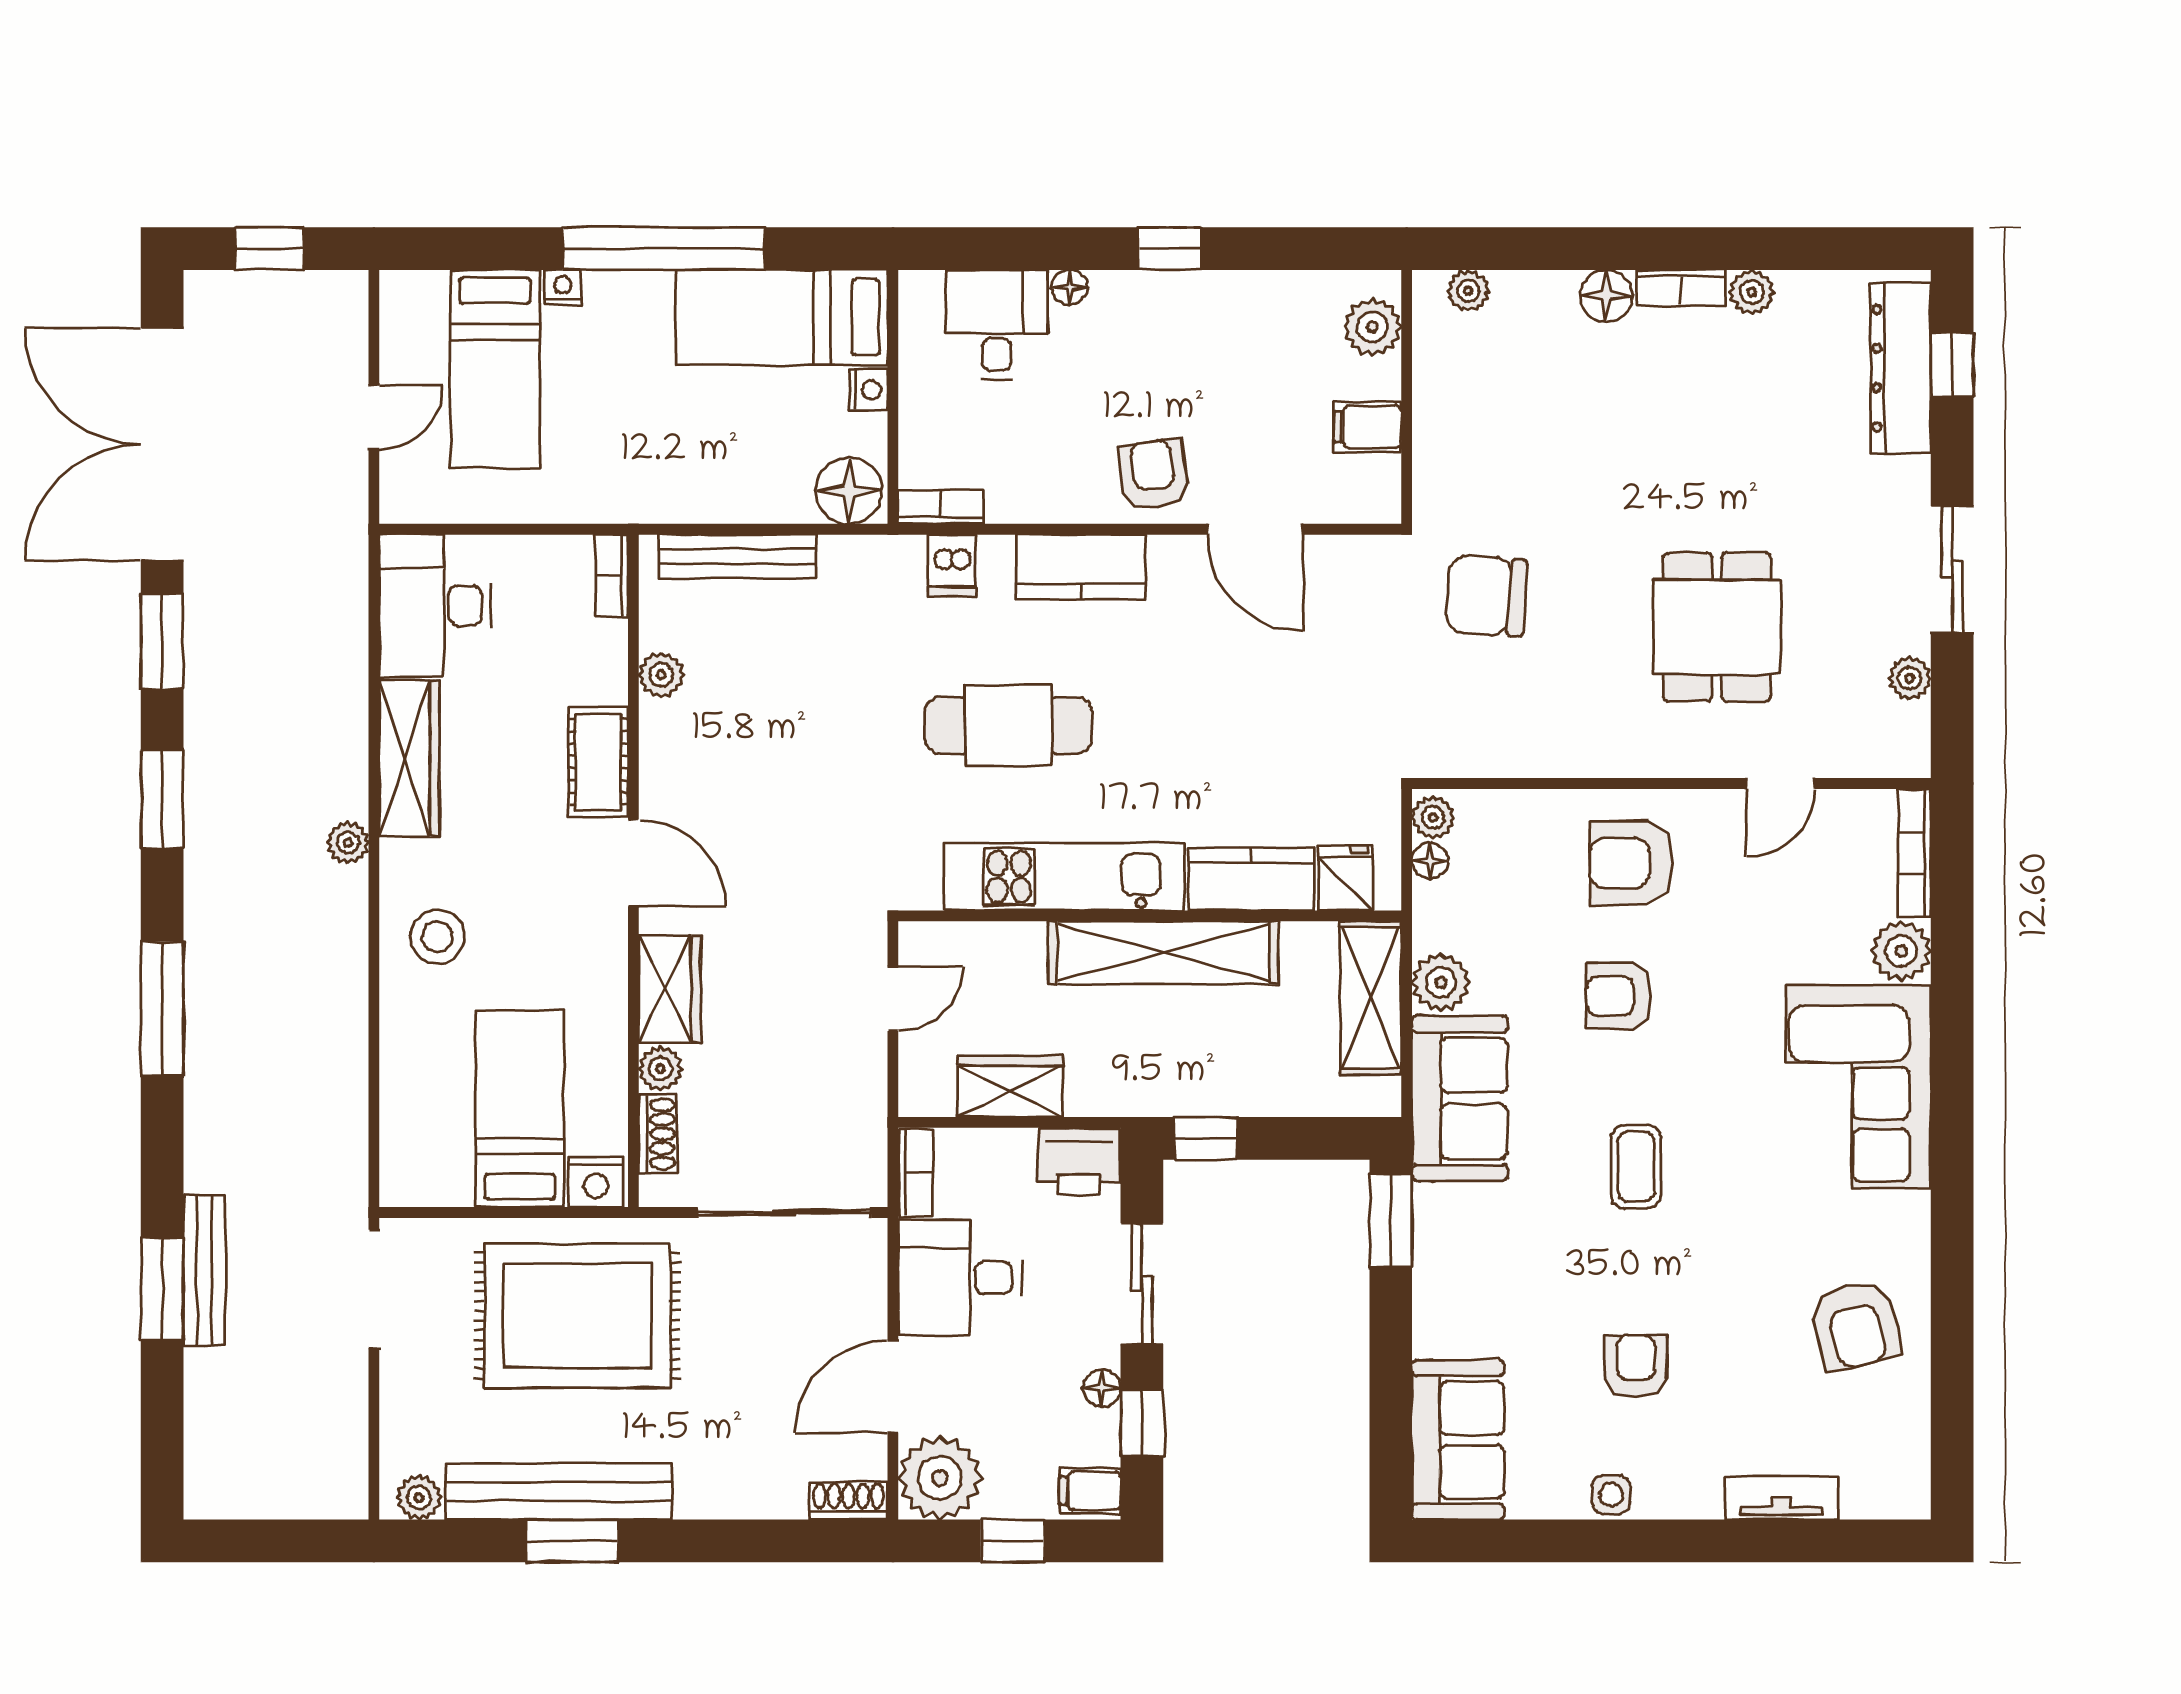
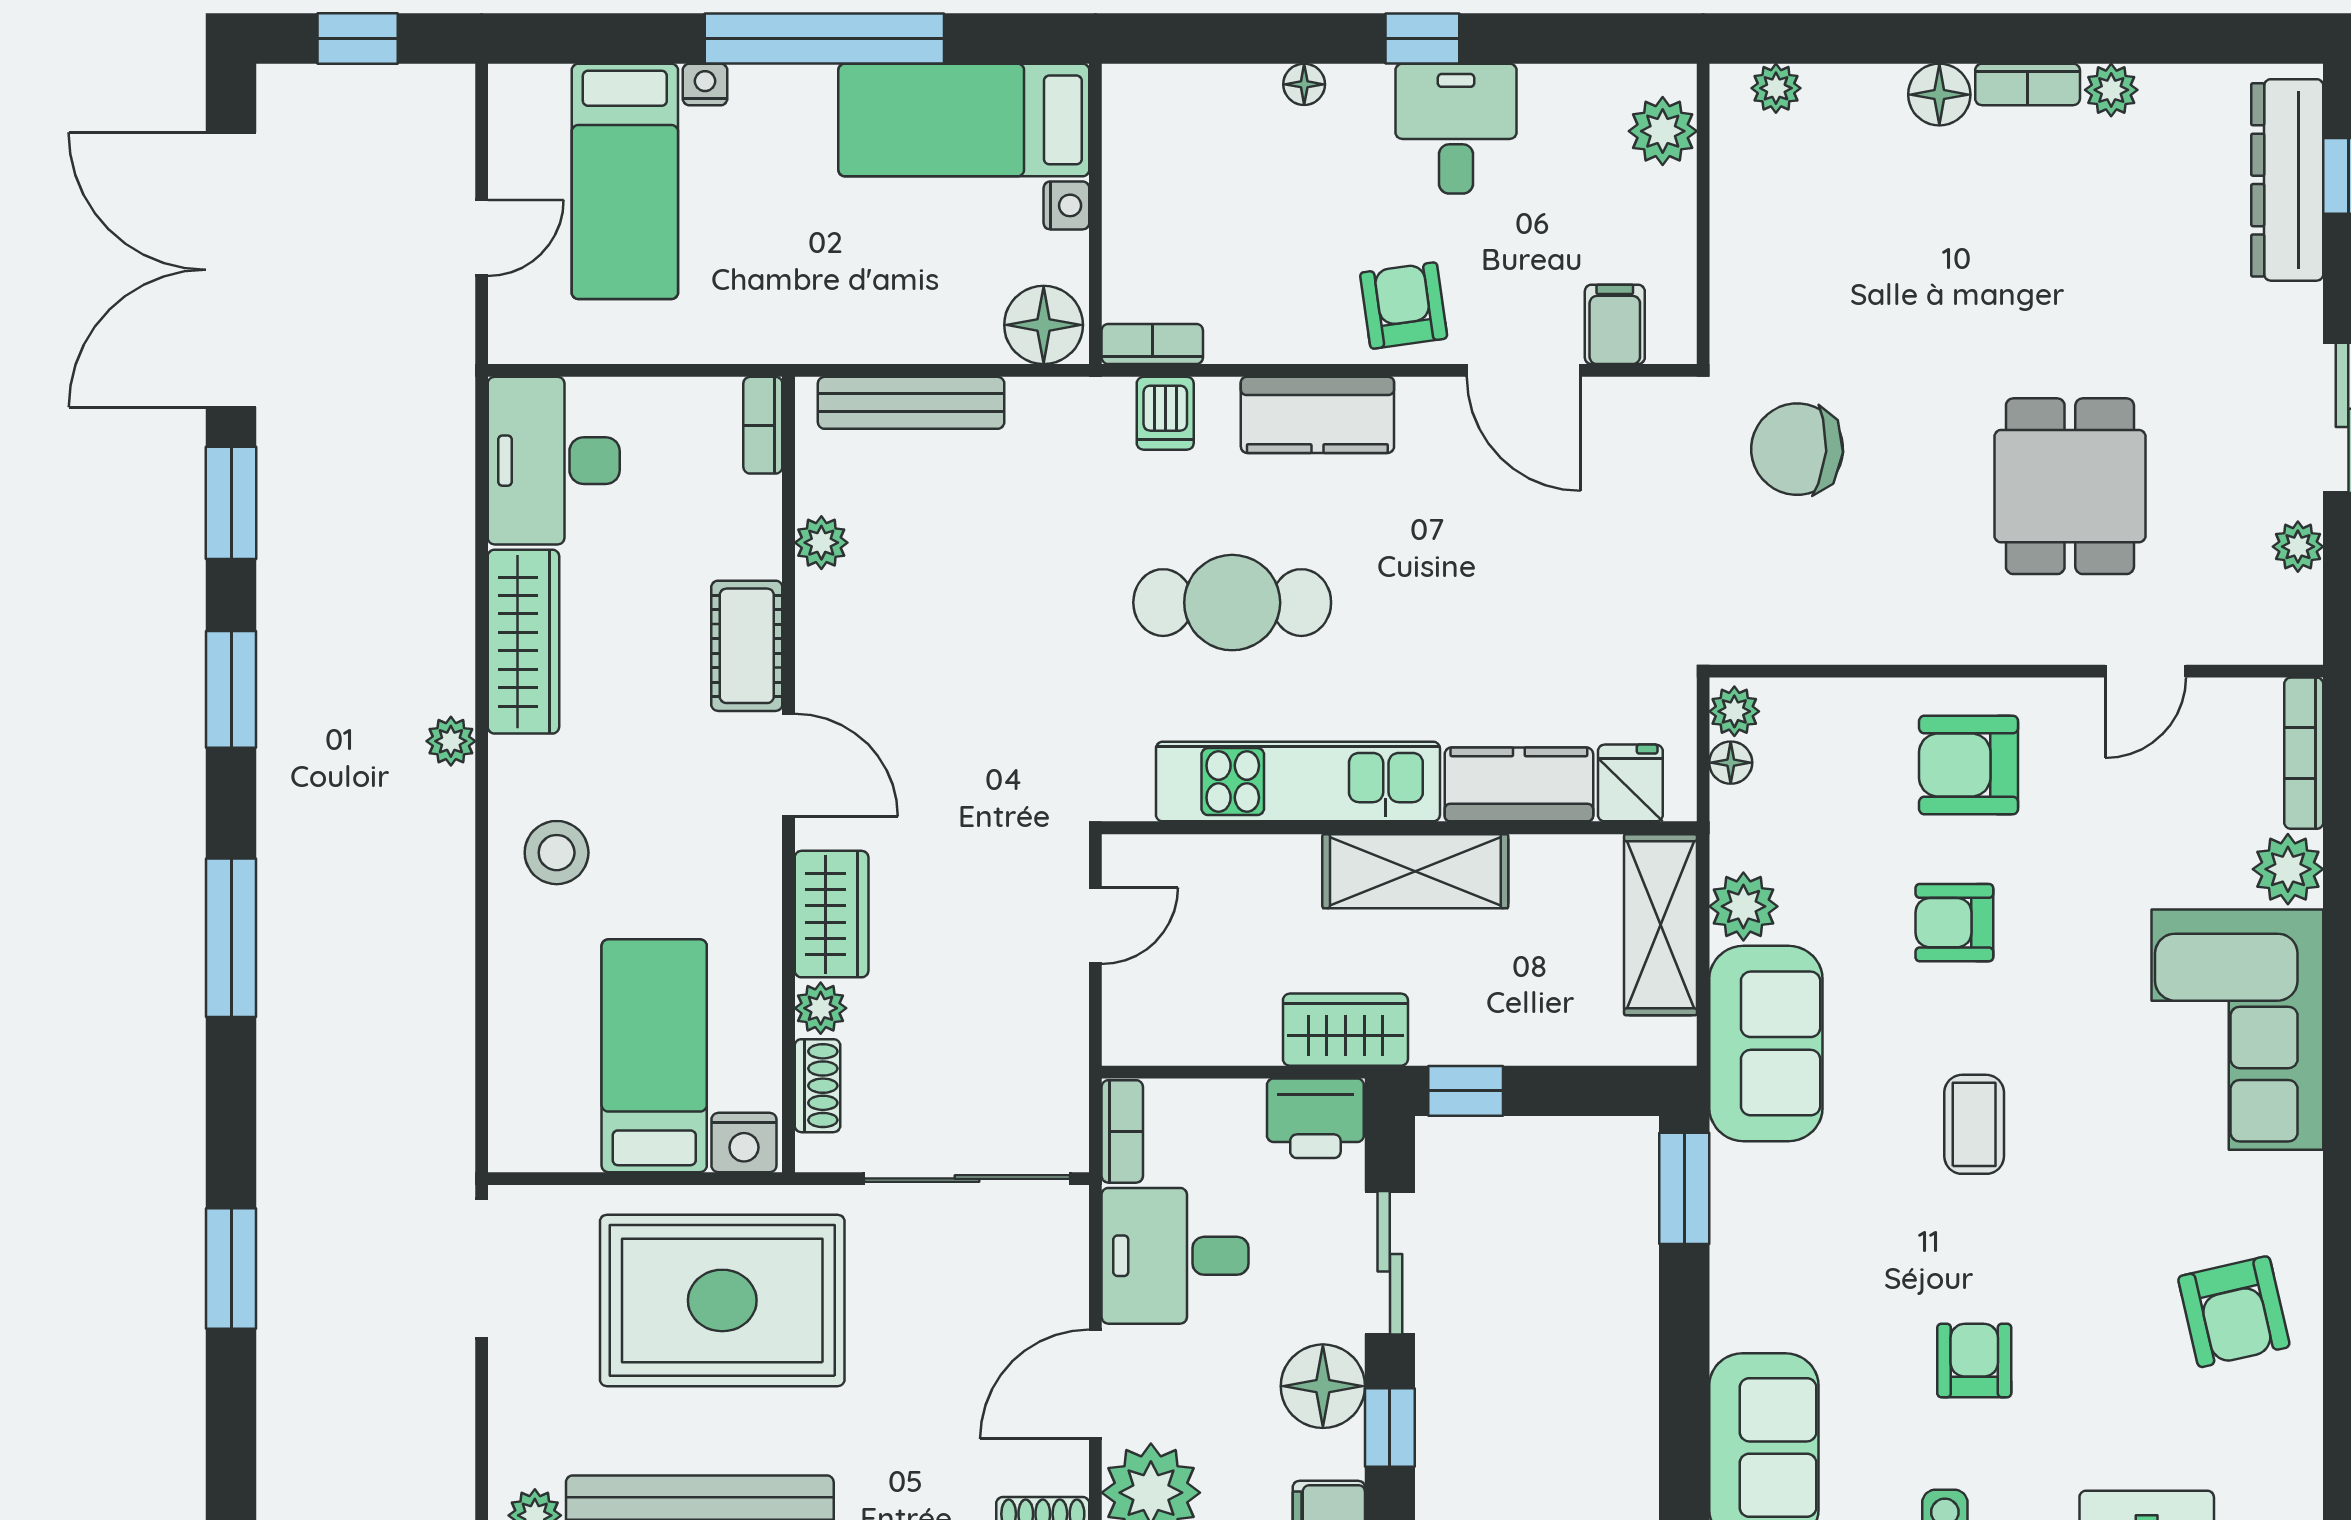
desk: (997, 325) -> (1456, 129), moved
filing cabinet: (1368, 427) -> (1615, 324), moved, turned 90
shelving: (1163, 953) -> (1415, 871), width x0.68
wardrobe: (1010, 1087) -> (1345, 1030), moved
bench: (204, 1270) -> (281, 1247), removed
floor lamp: (1102, 1388) -> (1323, 1386), width x1.89, depth x1.89

